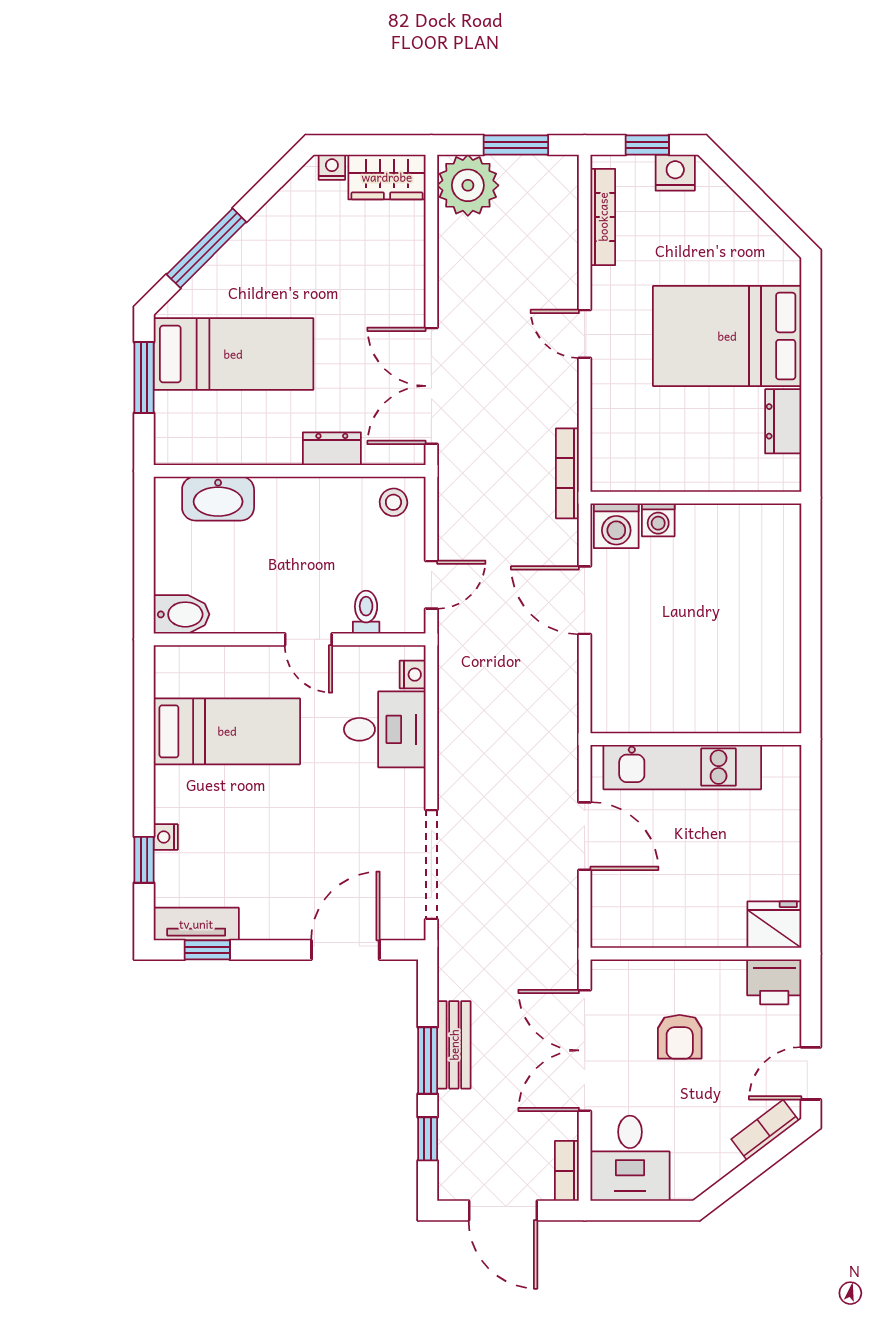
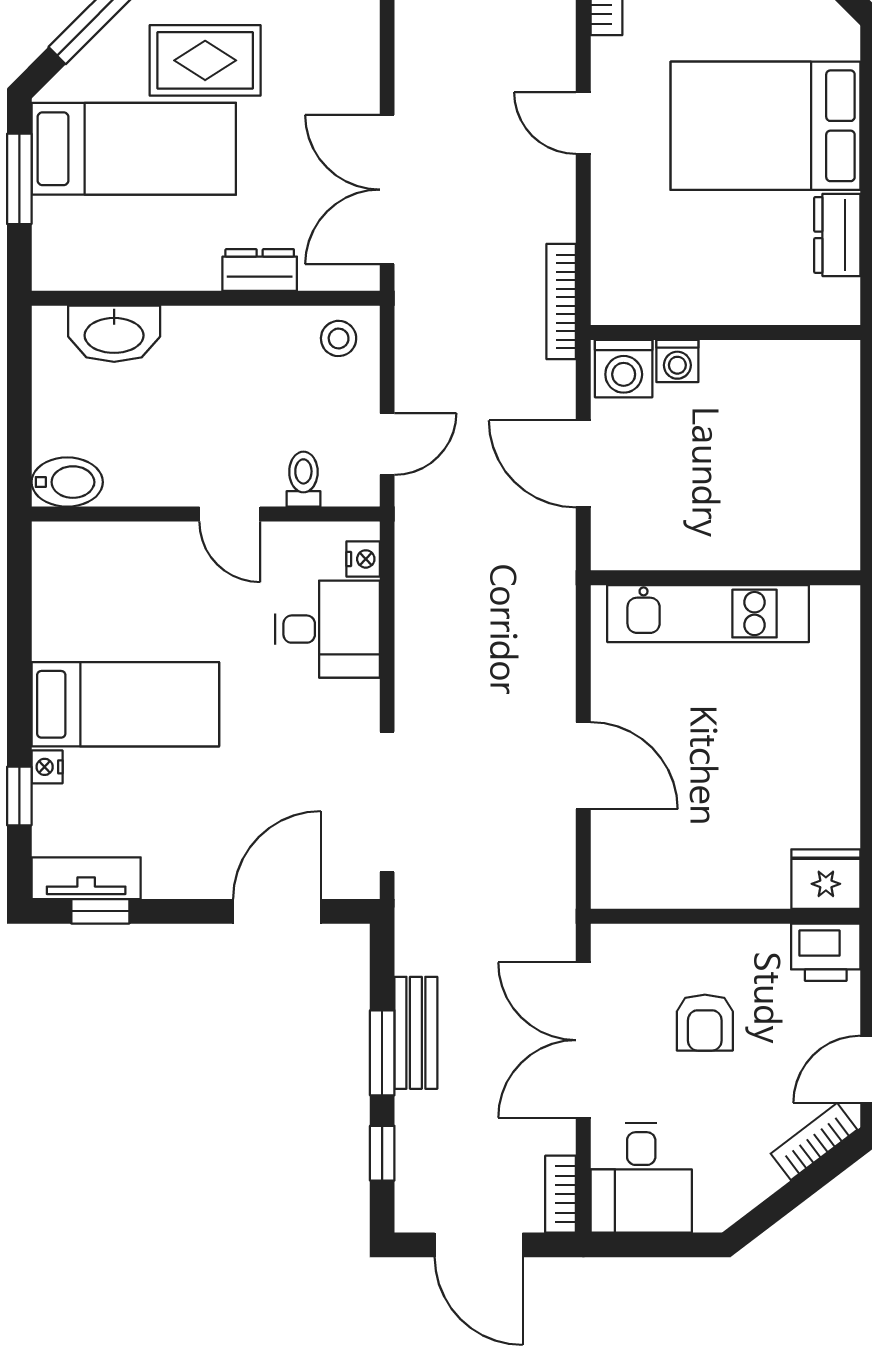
rug: (289, 285) -> (205, 60), added
bed: (227, 731) -> (125, 704), moved
wall: (696, 739) -> (726, 578), moved
kitchen unit: (682, 767) -> (708, 614), moved

